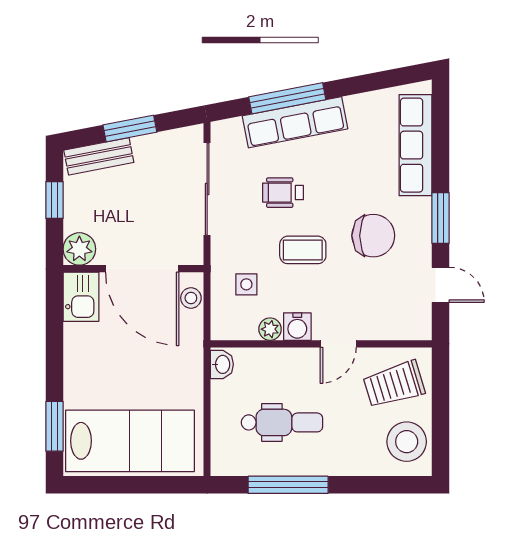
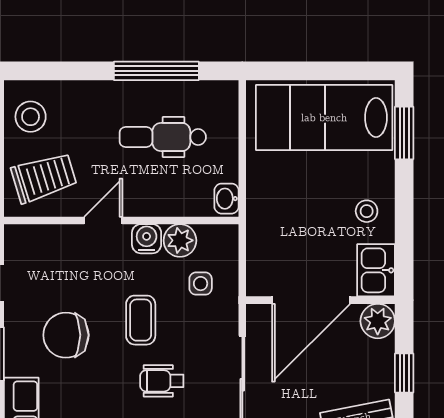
wheelchair: (283, 193) -> (162, 381), turned 180
coffee table: (303, 250) -> (141, 320), turned 90
door: (142, 269) -> (311, 300), swing flipped
stool: (191, 298) -> (367, 211), moved
plant: (270, 329) -> (180, 240), width x1.38, depth x1.38
stool: (407, 442) -> (31, 117), width x0.73, depth x0.73

